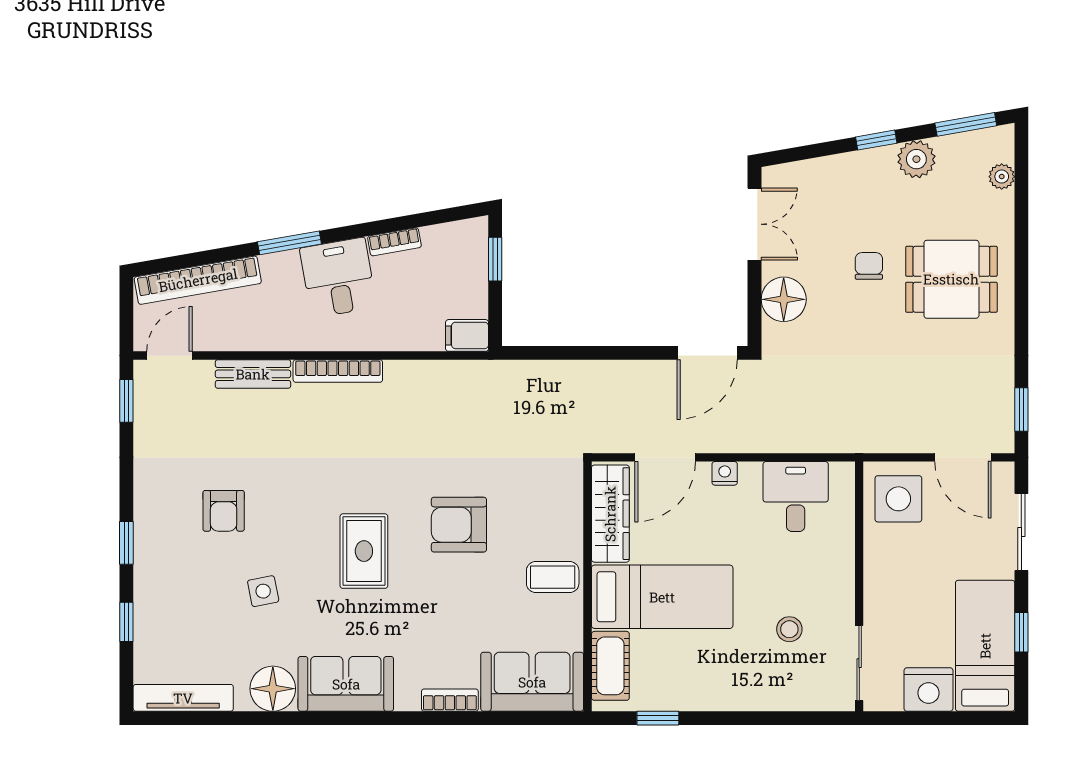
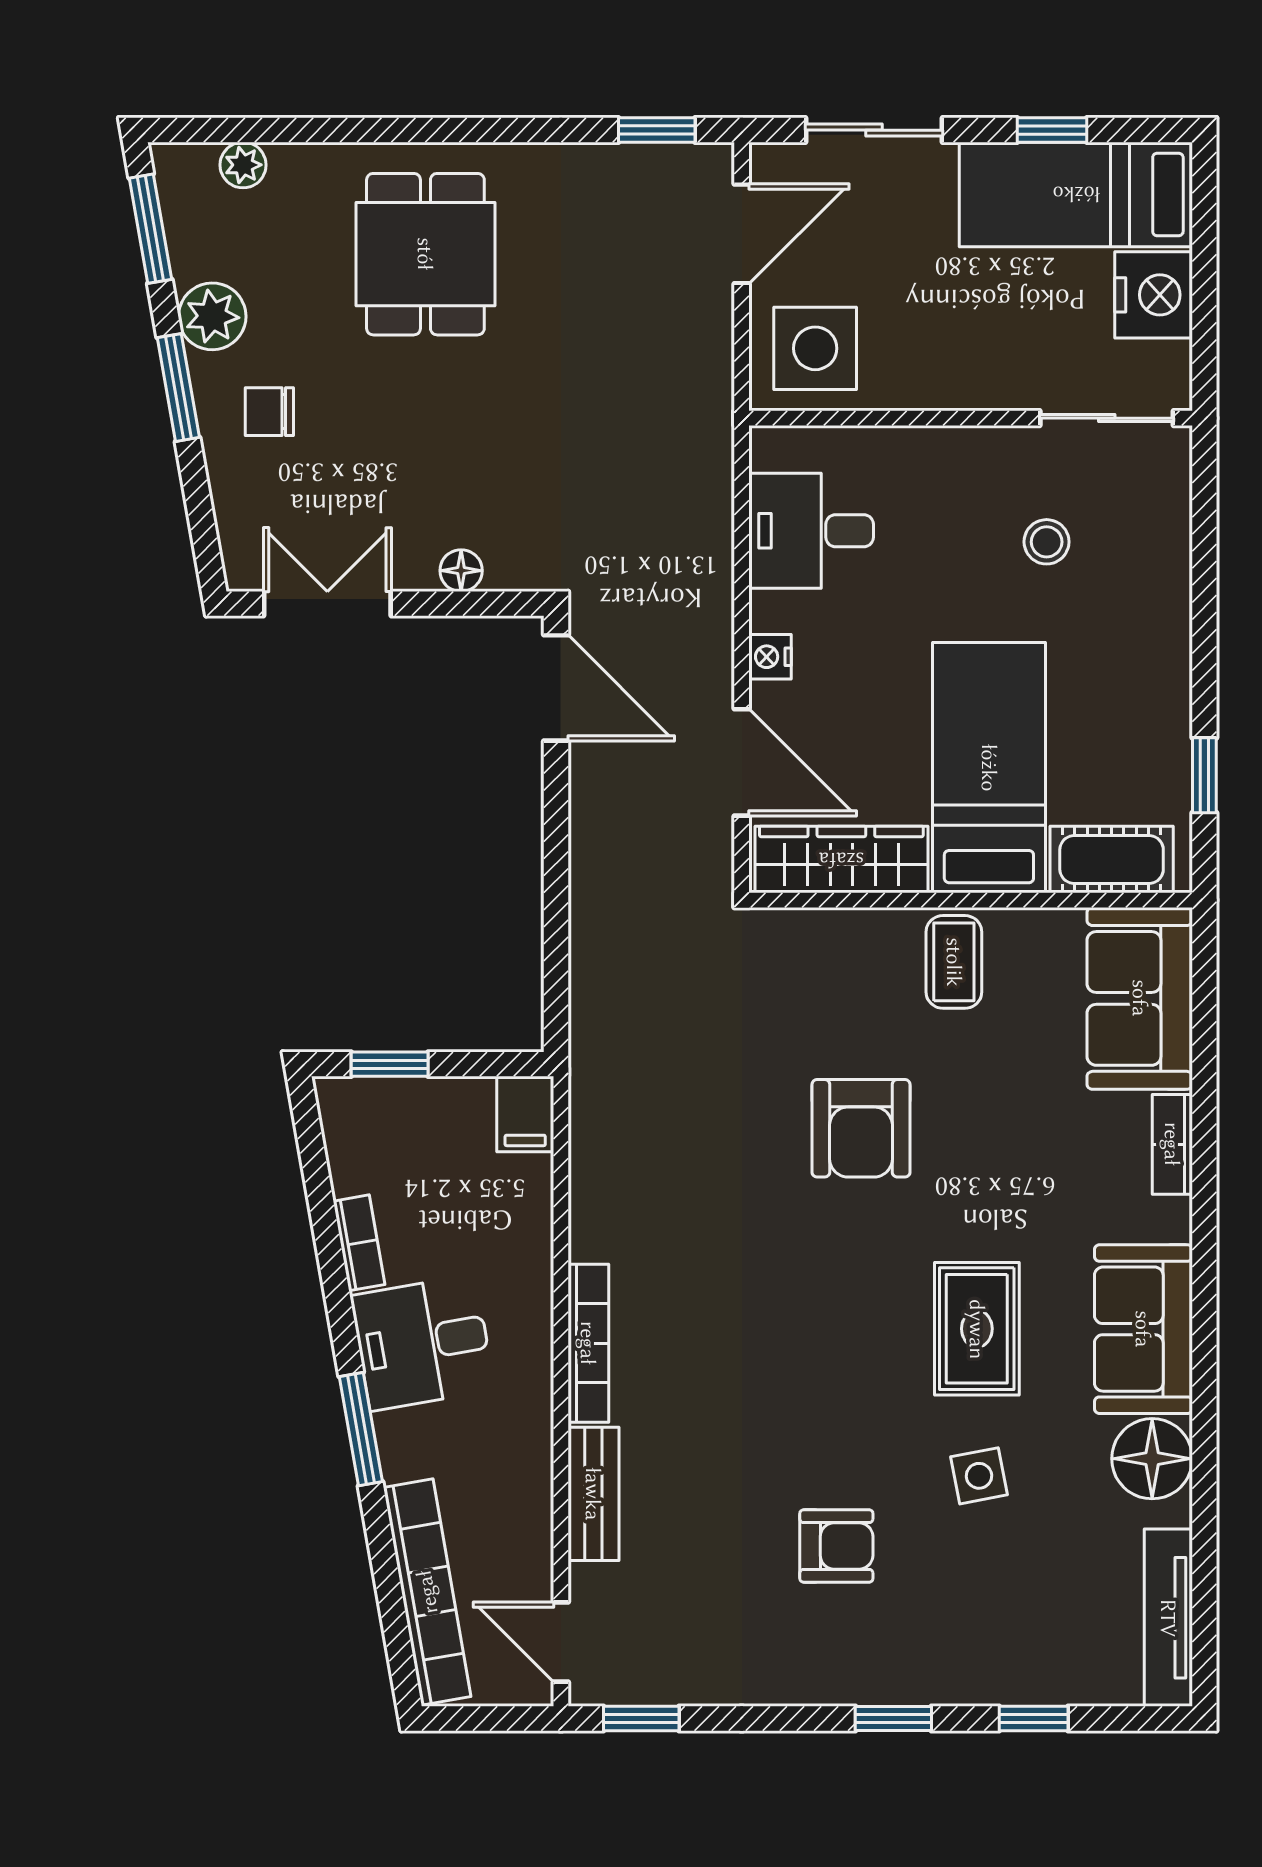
window: (876, 140) -> (178, 388), width x1.50
chair: (869, 266) -> (269, 412), moved
floor lamp: (784, 299) -> (461, 571), width x0.53, depth x0.53
rug: (364, 551) -> (977, 1329), moved, turned 90

